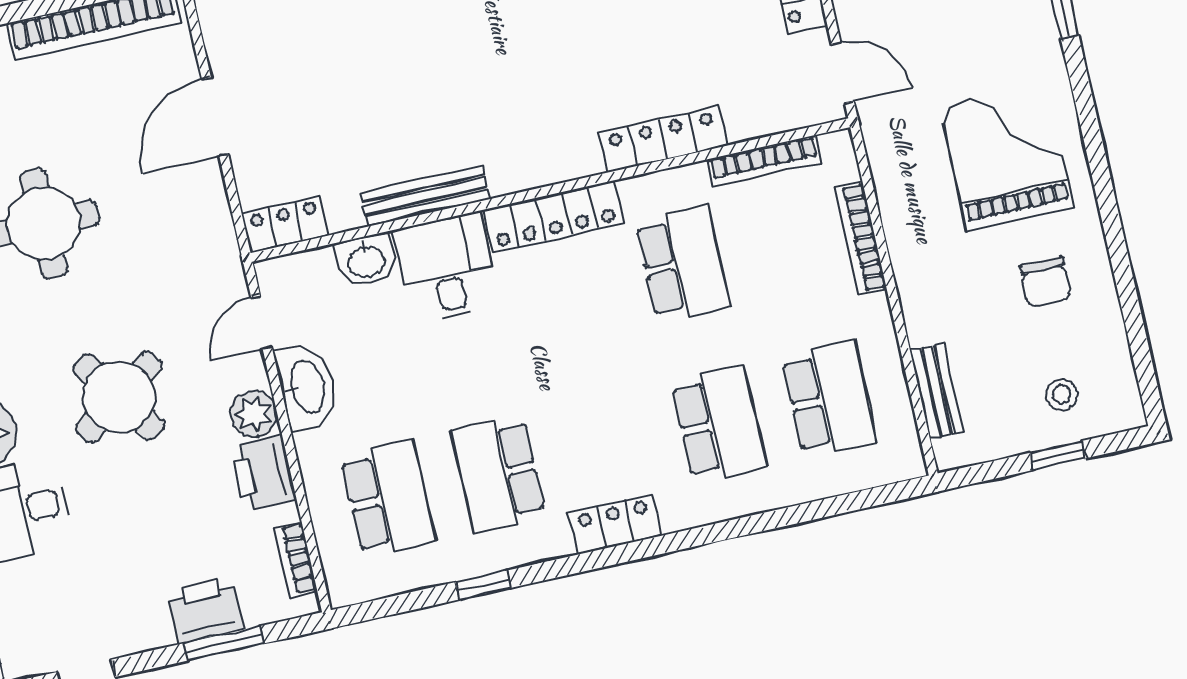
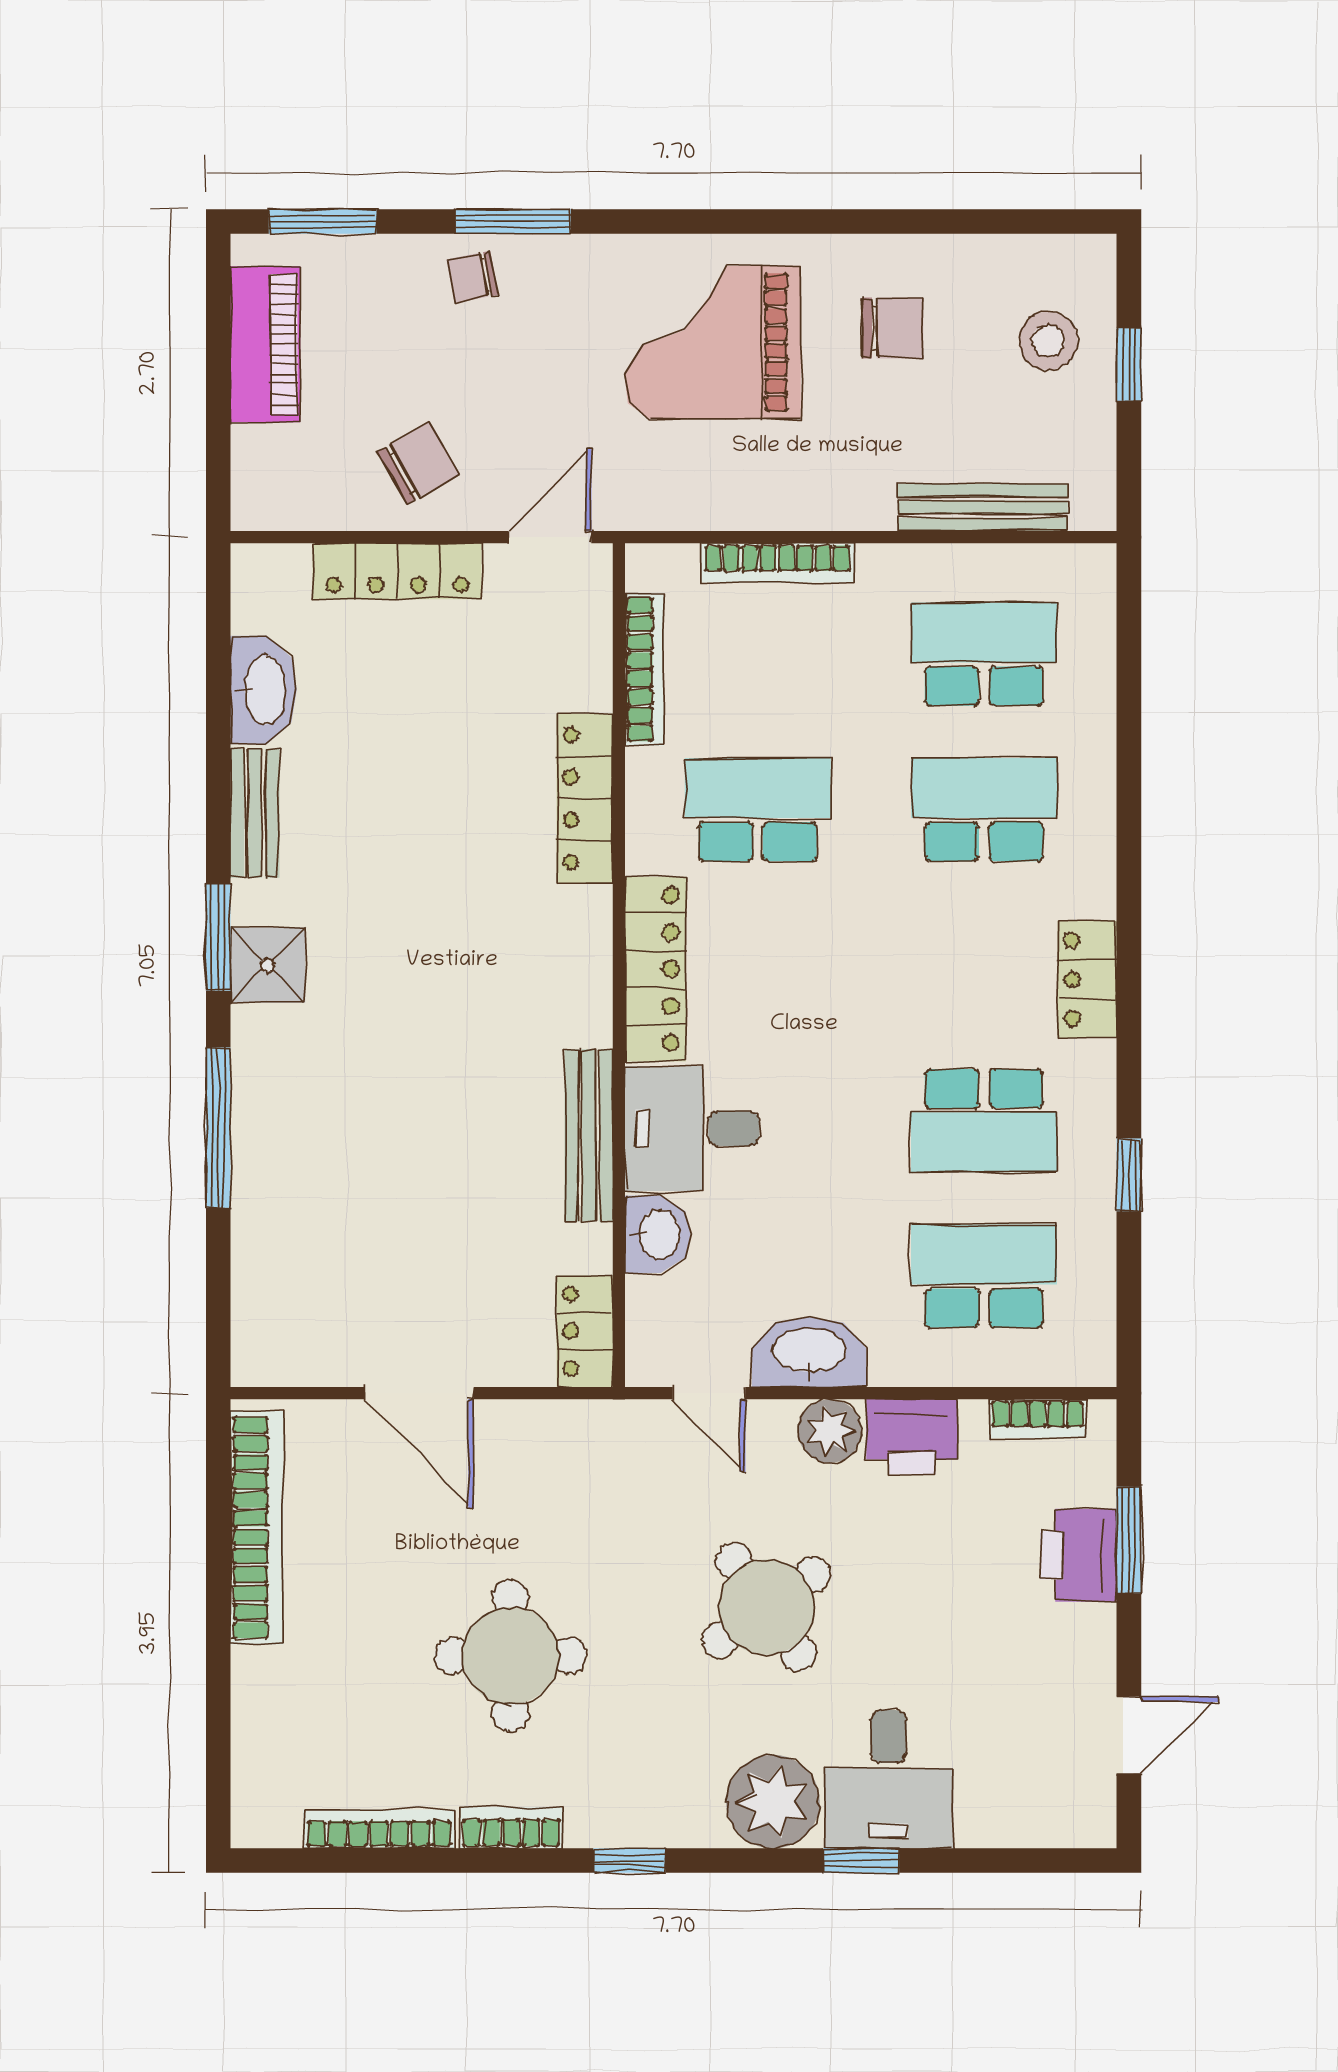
bench: (937, 391) -> (983, 507), width x1.36
stool: (1061, 395) -> (1048, 341), width x1.37, depth x1.37

